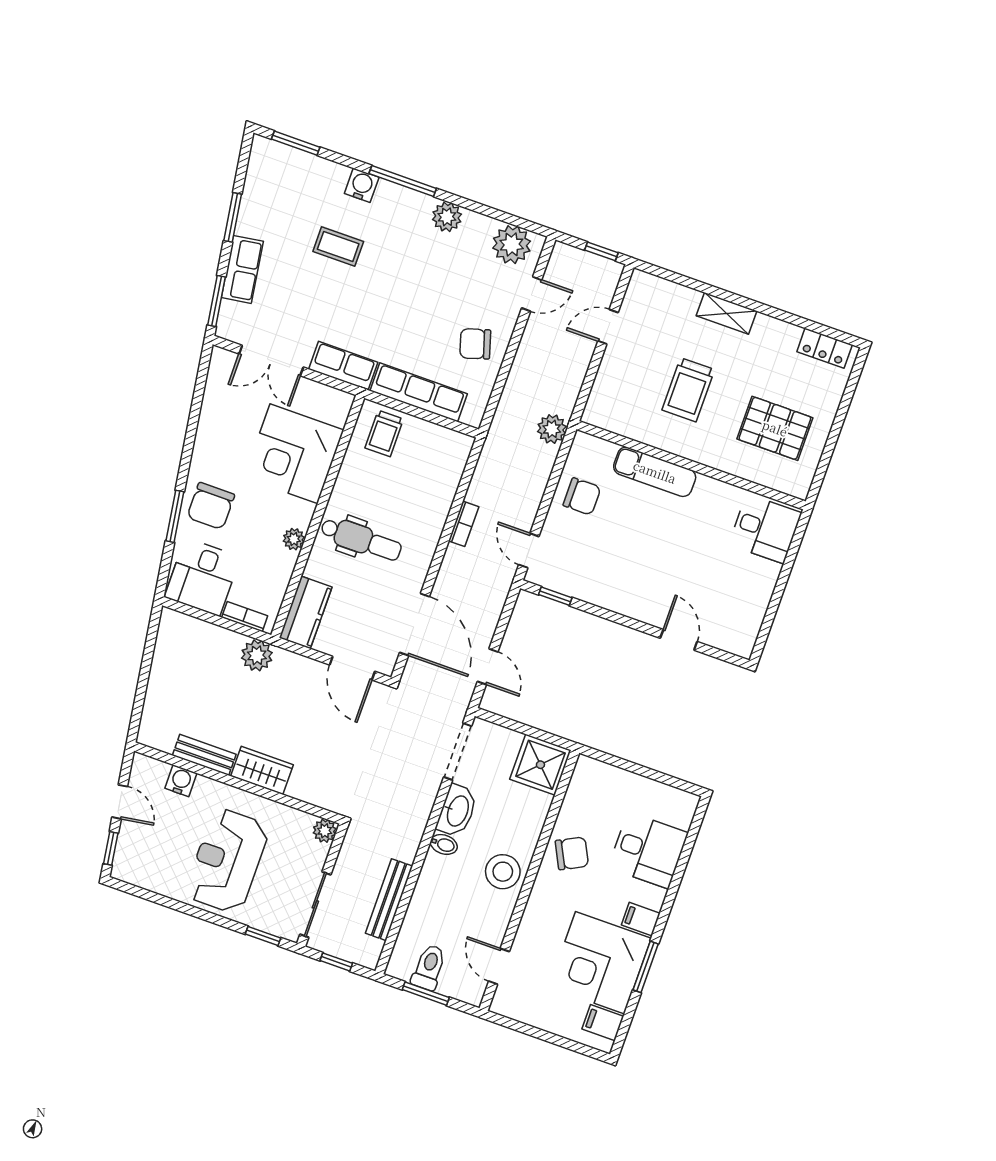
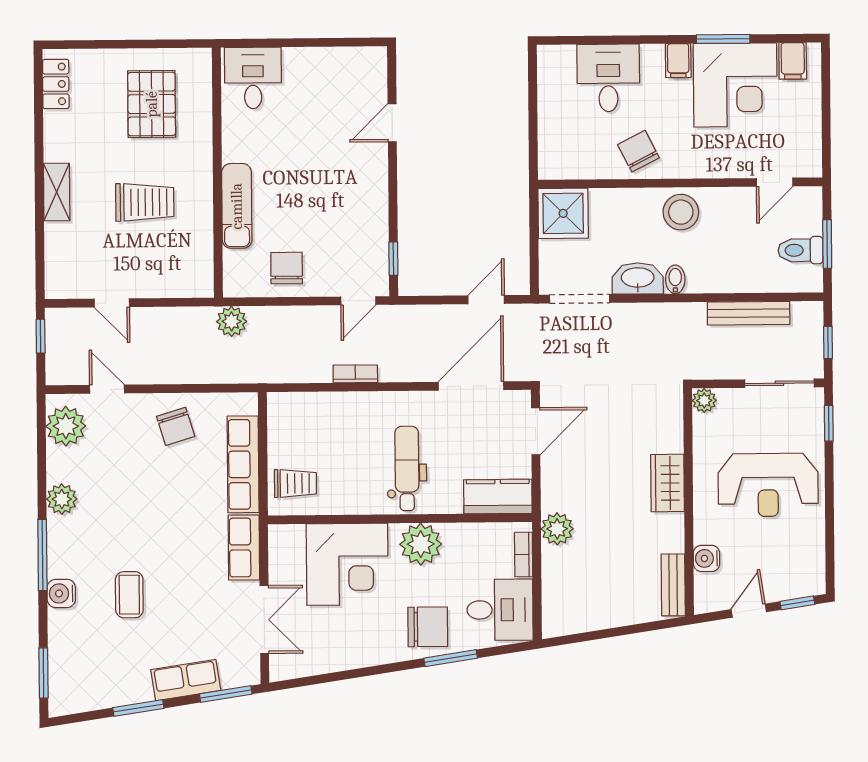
plant: (294, 539) -> (421, 544), width x1.87, depth x1.87
bench: (204, 755) -> (673, 585), moved

